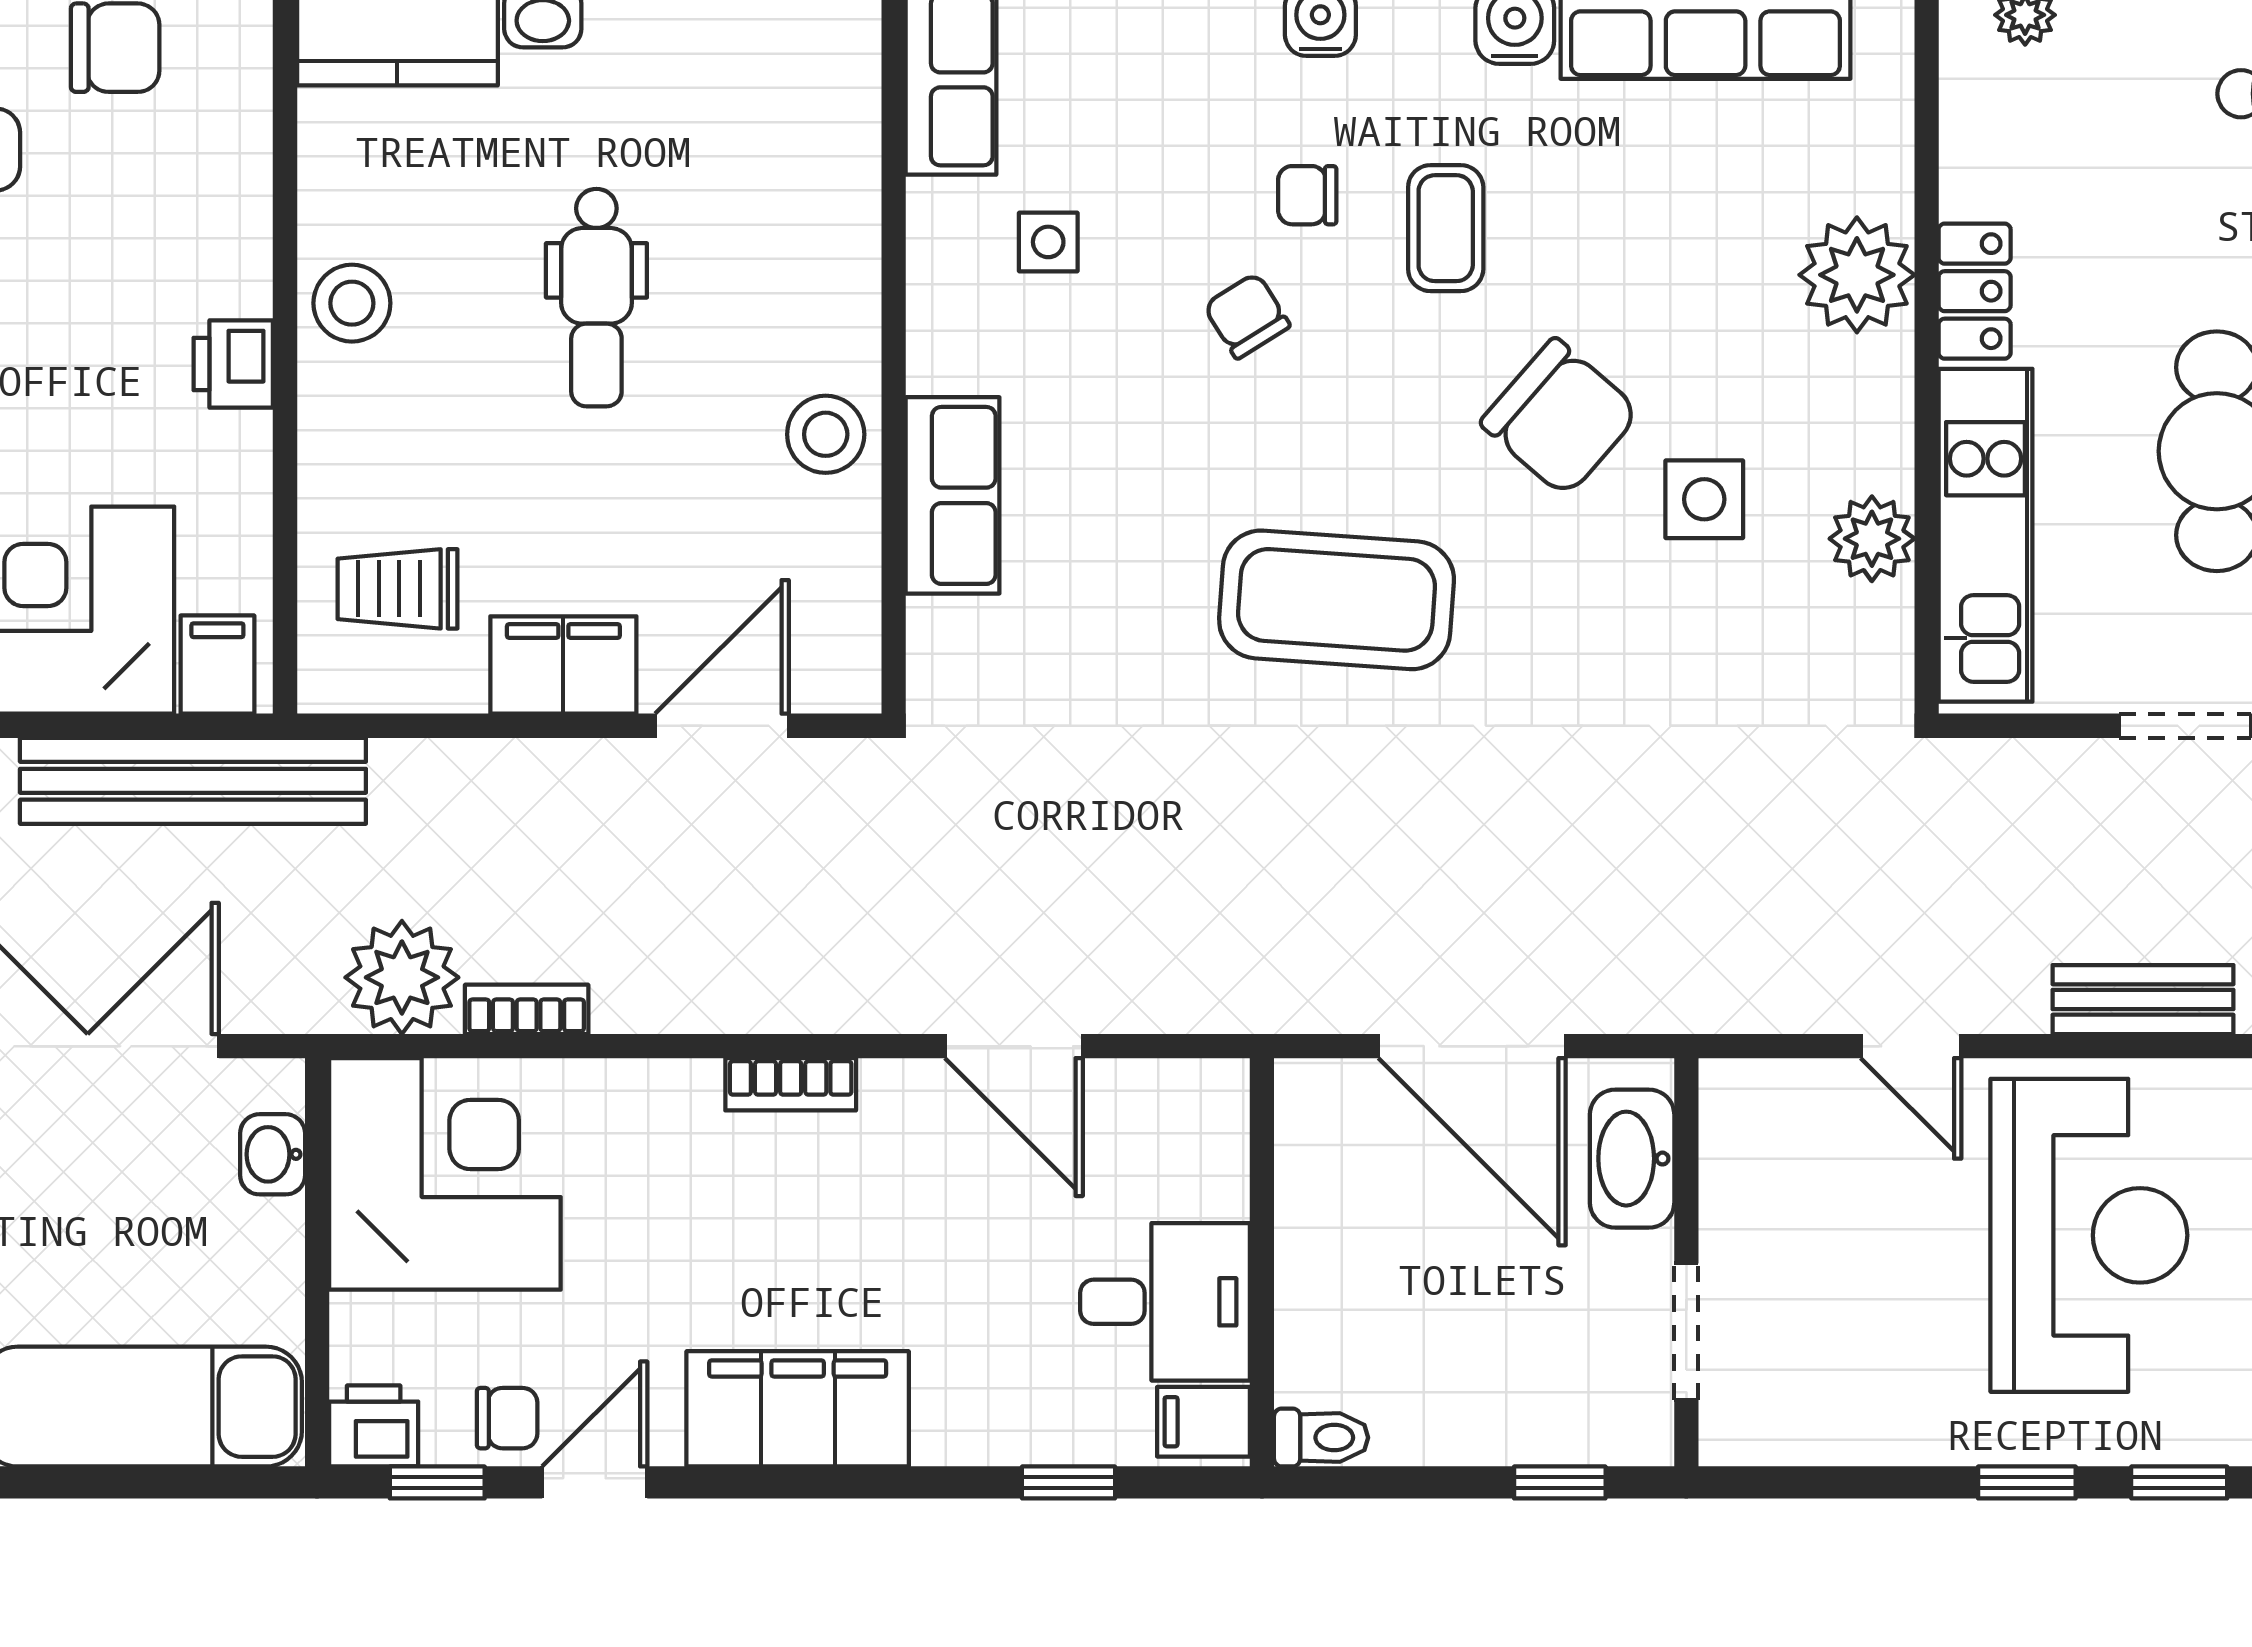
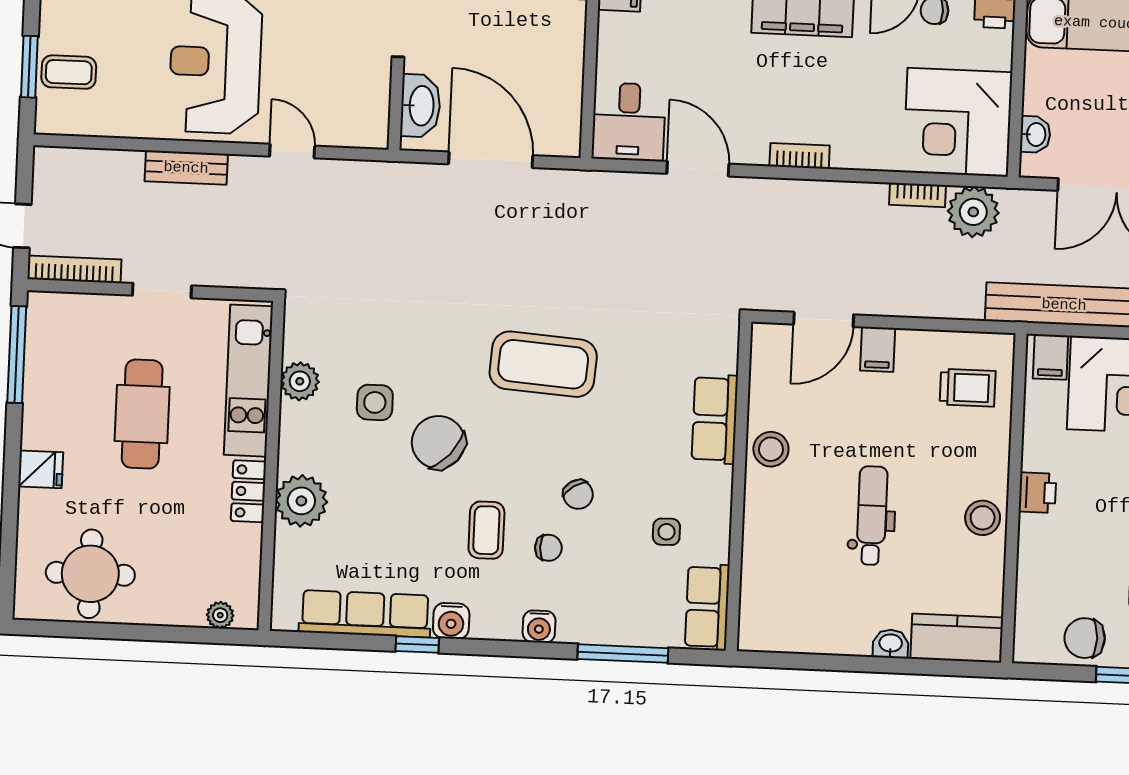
filing cabinet: (563, 665) -> (878, 349), width x0.50
desk: (1165, 1302) -> (629, 122), moved, turned -90

